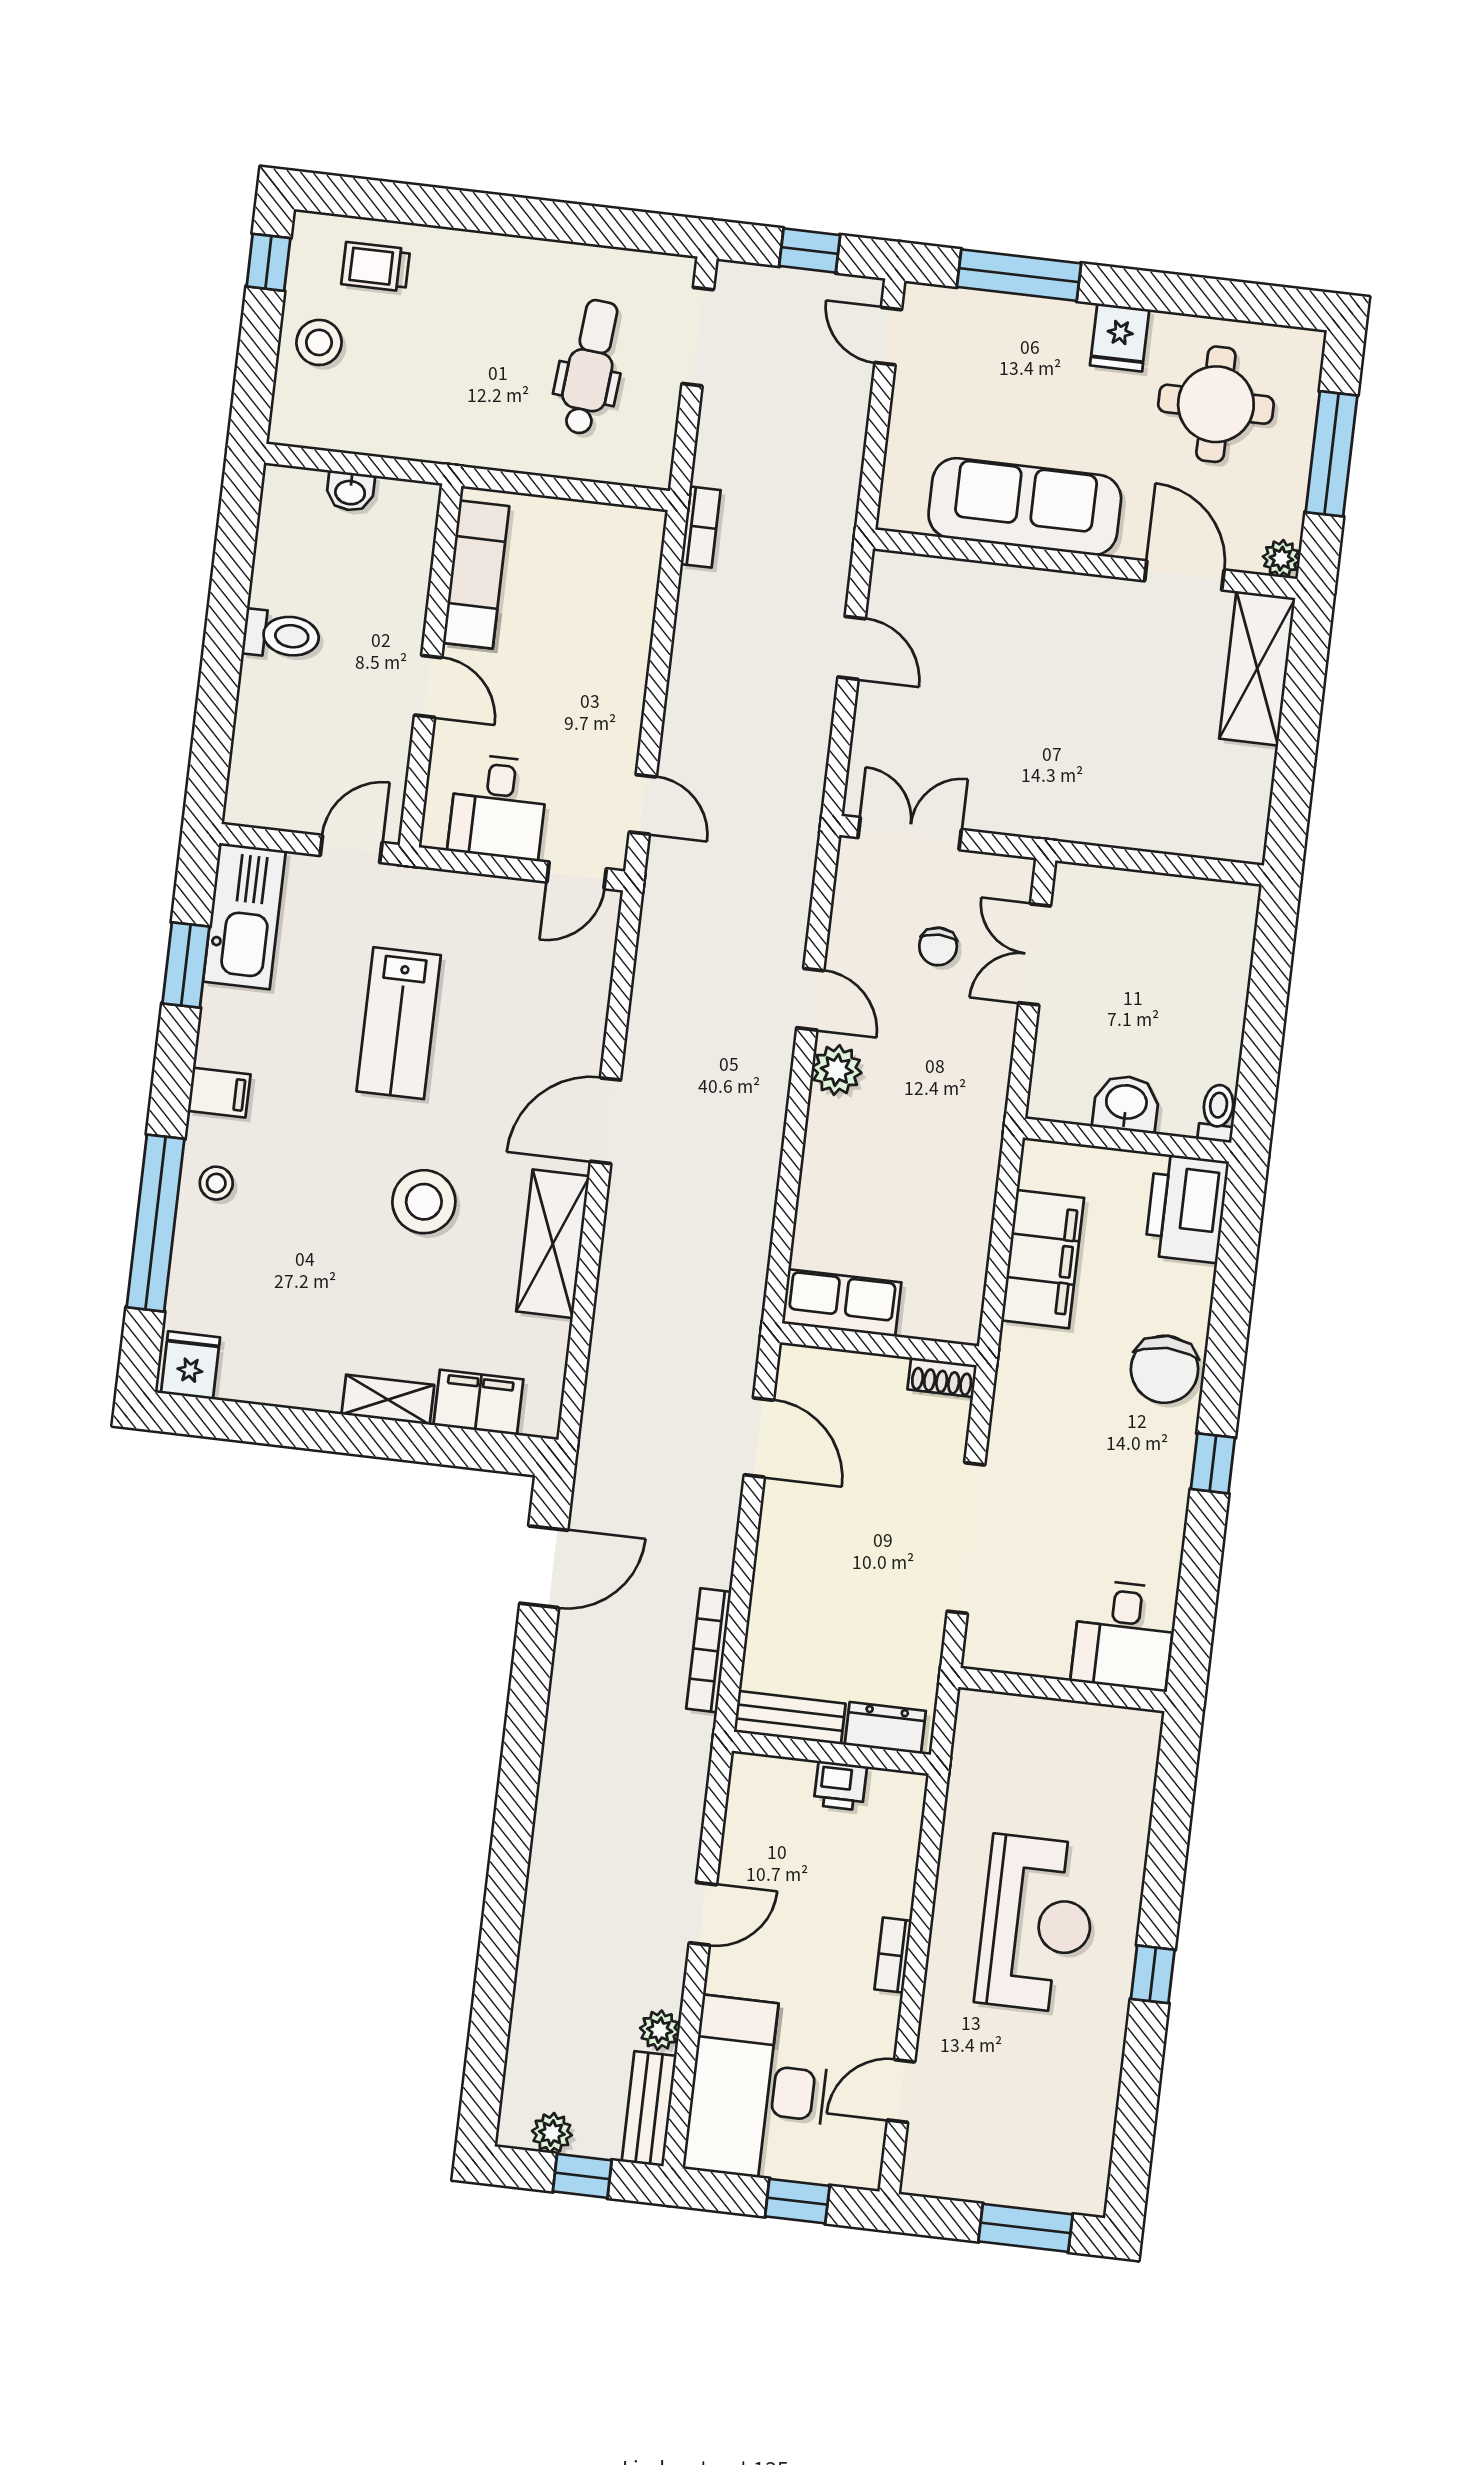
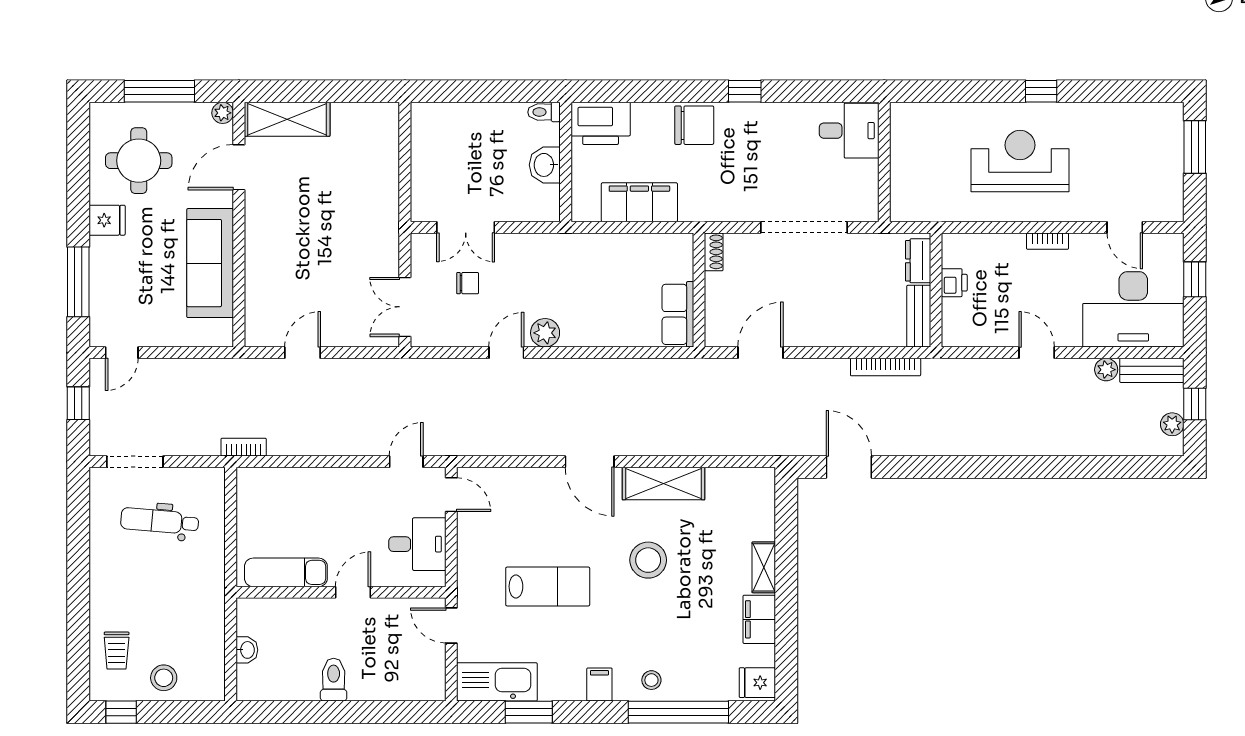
filing cabinet: (478, 1402) -> (759, 619), moved

